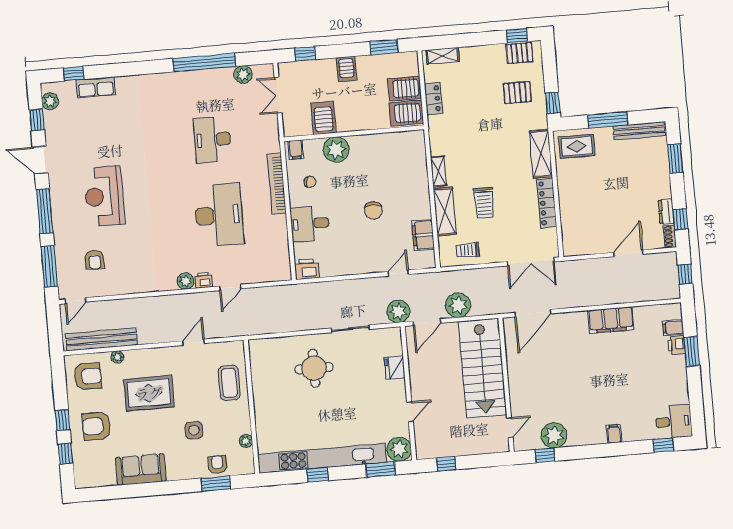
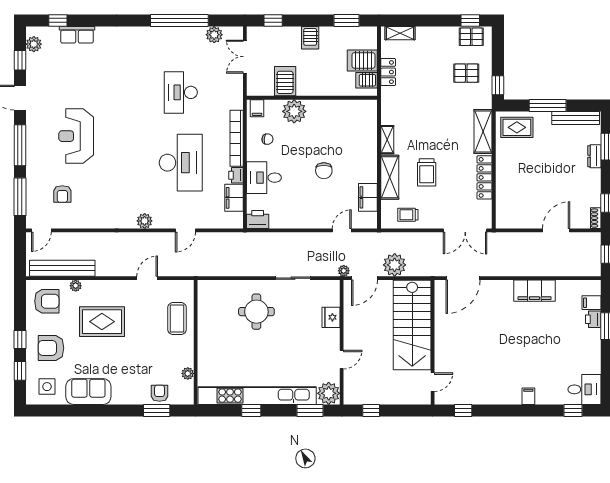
server rack: (406, 113) -> (367, 80), width x0.73, depth x0.70
dresser: (666, 212) -> (594, 156), moved
filing cabinet: (279, 248) -> (234, 198), added
printer: (203, 280) -> (236, 175), moved, turned -90
plant: (398, 311) -> (344, 271), width x0.53, depth x0.53
side table: (194, 430) -> (47, 387), moved
plant: (554, 435) -> (473, 393), removed

